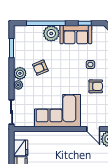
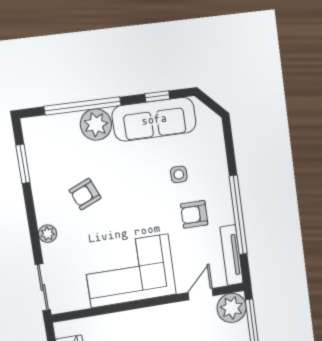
sofa: (76, 35) -> (154, 119), width x1.36
plant: (20, 73) -> (47, 211), removed
armchair: (96, 86) -> (194, 214), turned 180
door: (93, 129) -> (201, 294), swing flipped

